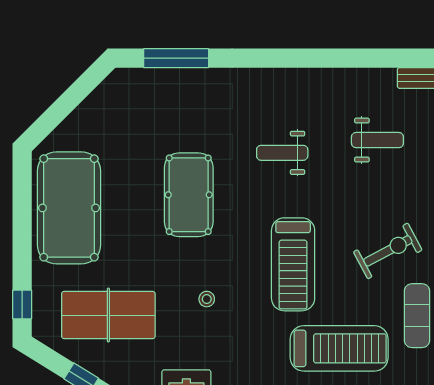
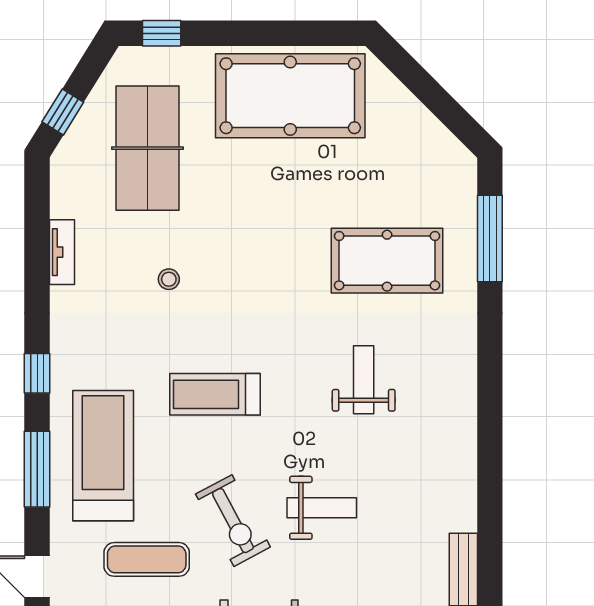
weight bench: (377, 140) -> (322, 508), moved, turned -90
pool table: (189, 195) -> (387, 261), moved
treadmill: (293, 264) -> (215, 394), width x0.73, depth x0.73
treadmill: (339, 348) -> (103, 456), turned 180

